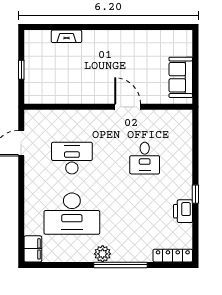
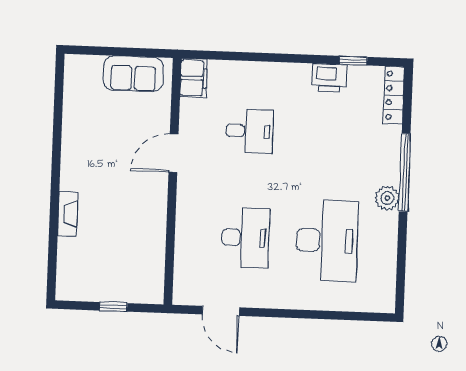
fireplace: (66, 36) -> (68, 214), moved
desk: (72, 158) -> (246, 238), turned 180
window: (195, 194) -> (353, 61), moved
filing cabinet: (33, 249) -> (194, 78), moved, turned 90

